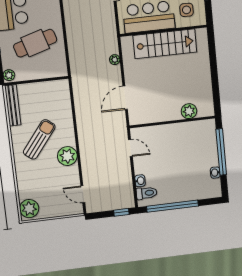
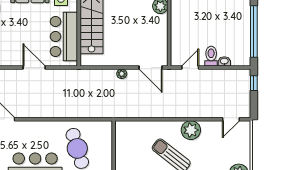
plant: (115, 60) -> (122, 74), moved
door: (125, 98) -> (151, 68), moved
toilet: (147, 193) -> (211, 56), moved

